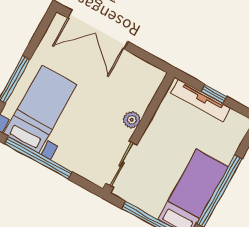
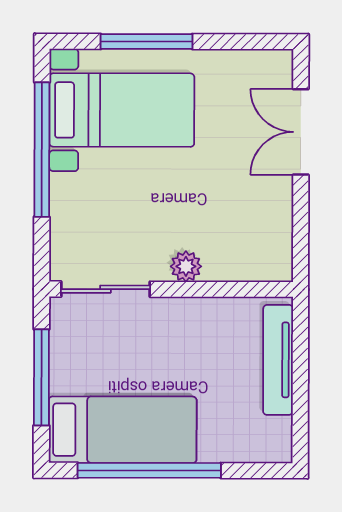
double door: (98, 30) -> (301, 132), width x0.73
window: (214, 94) -> (300, 375), removed

